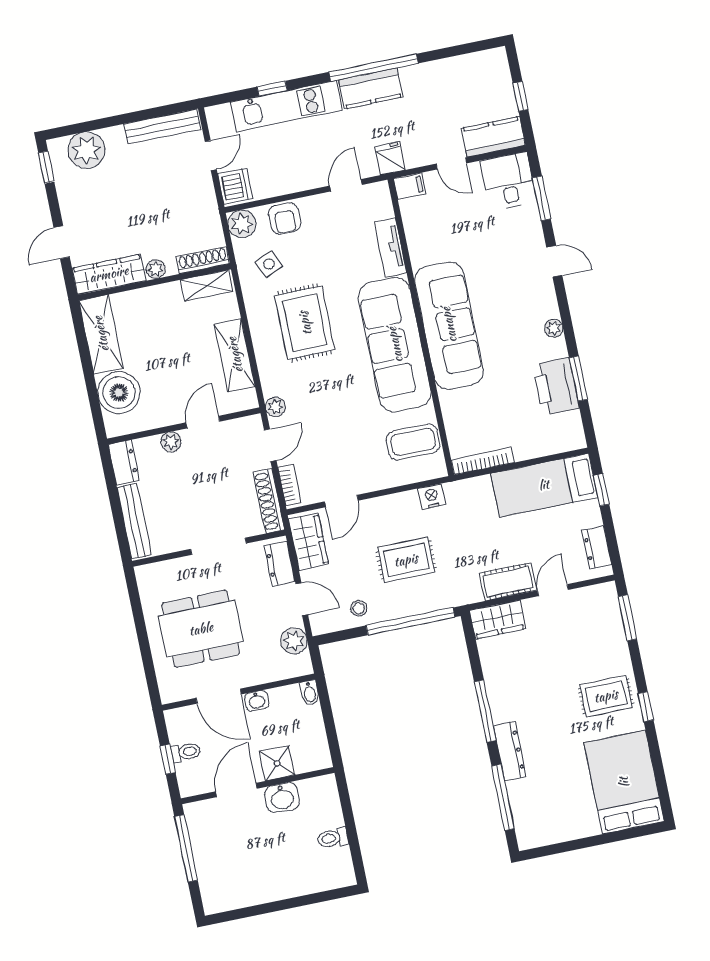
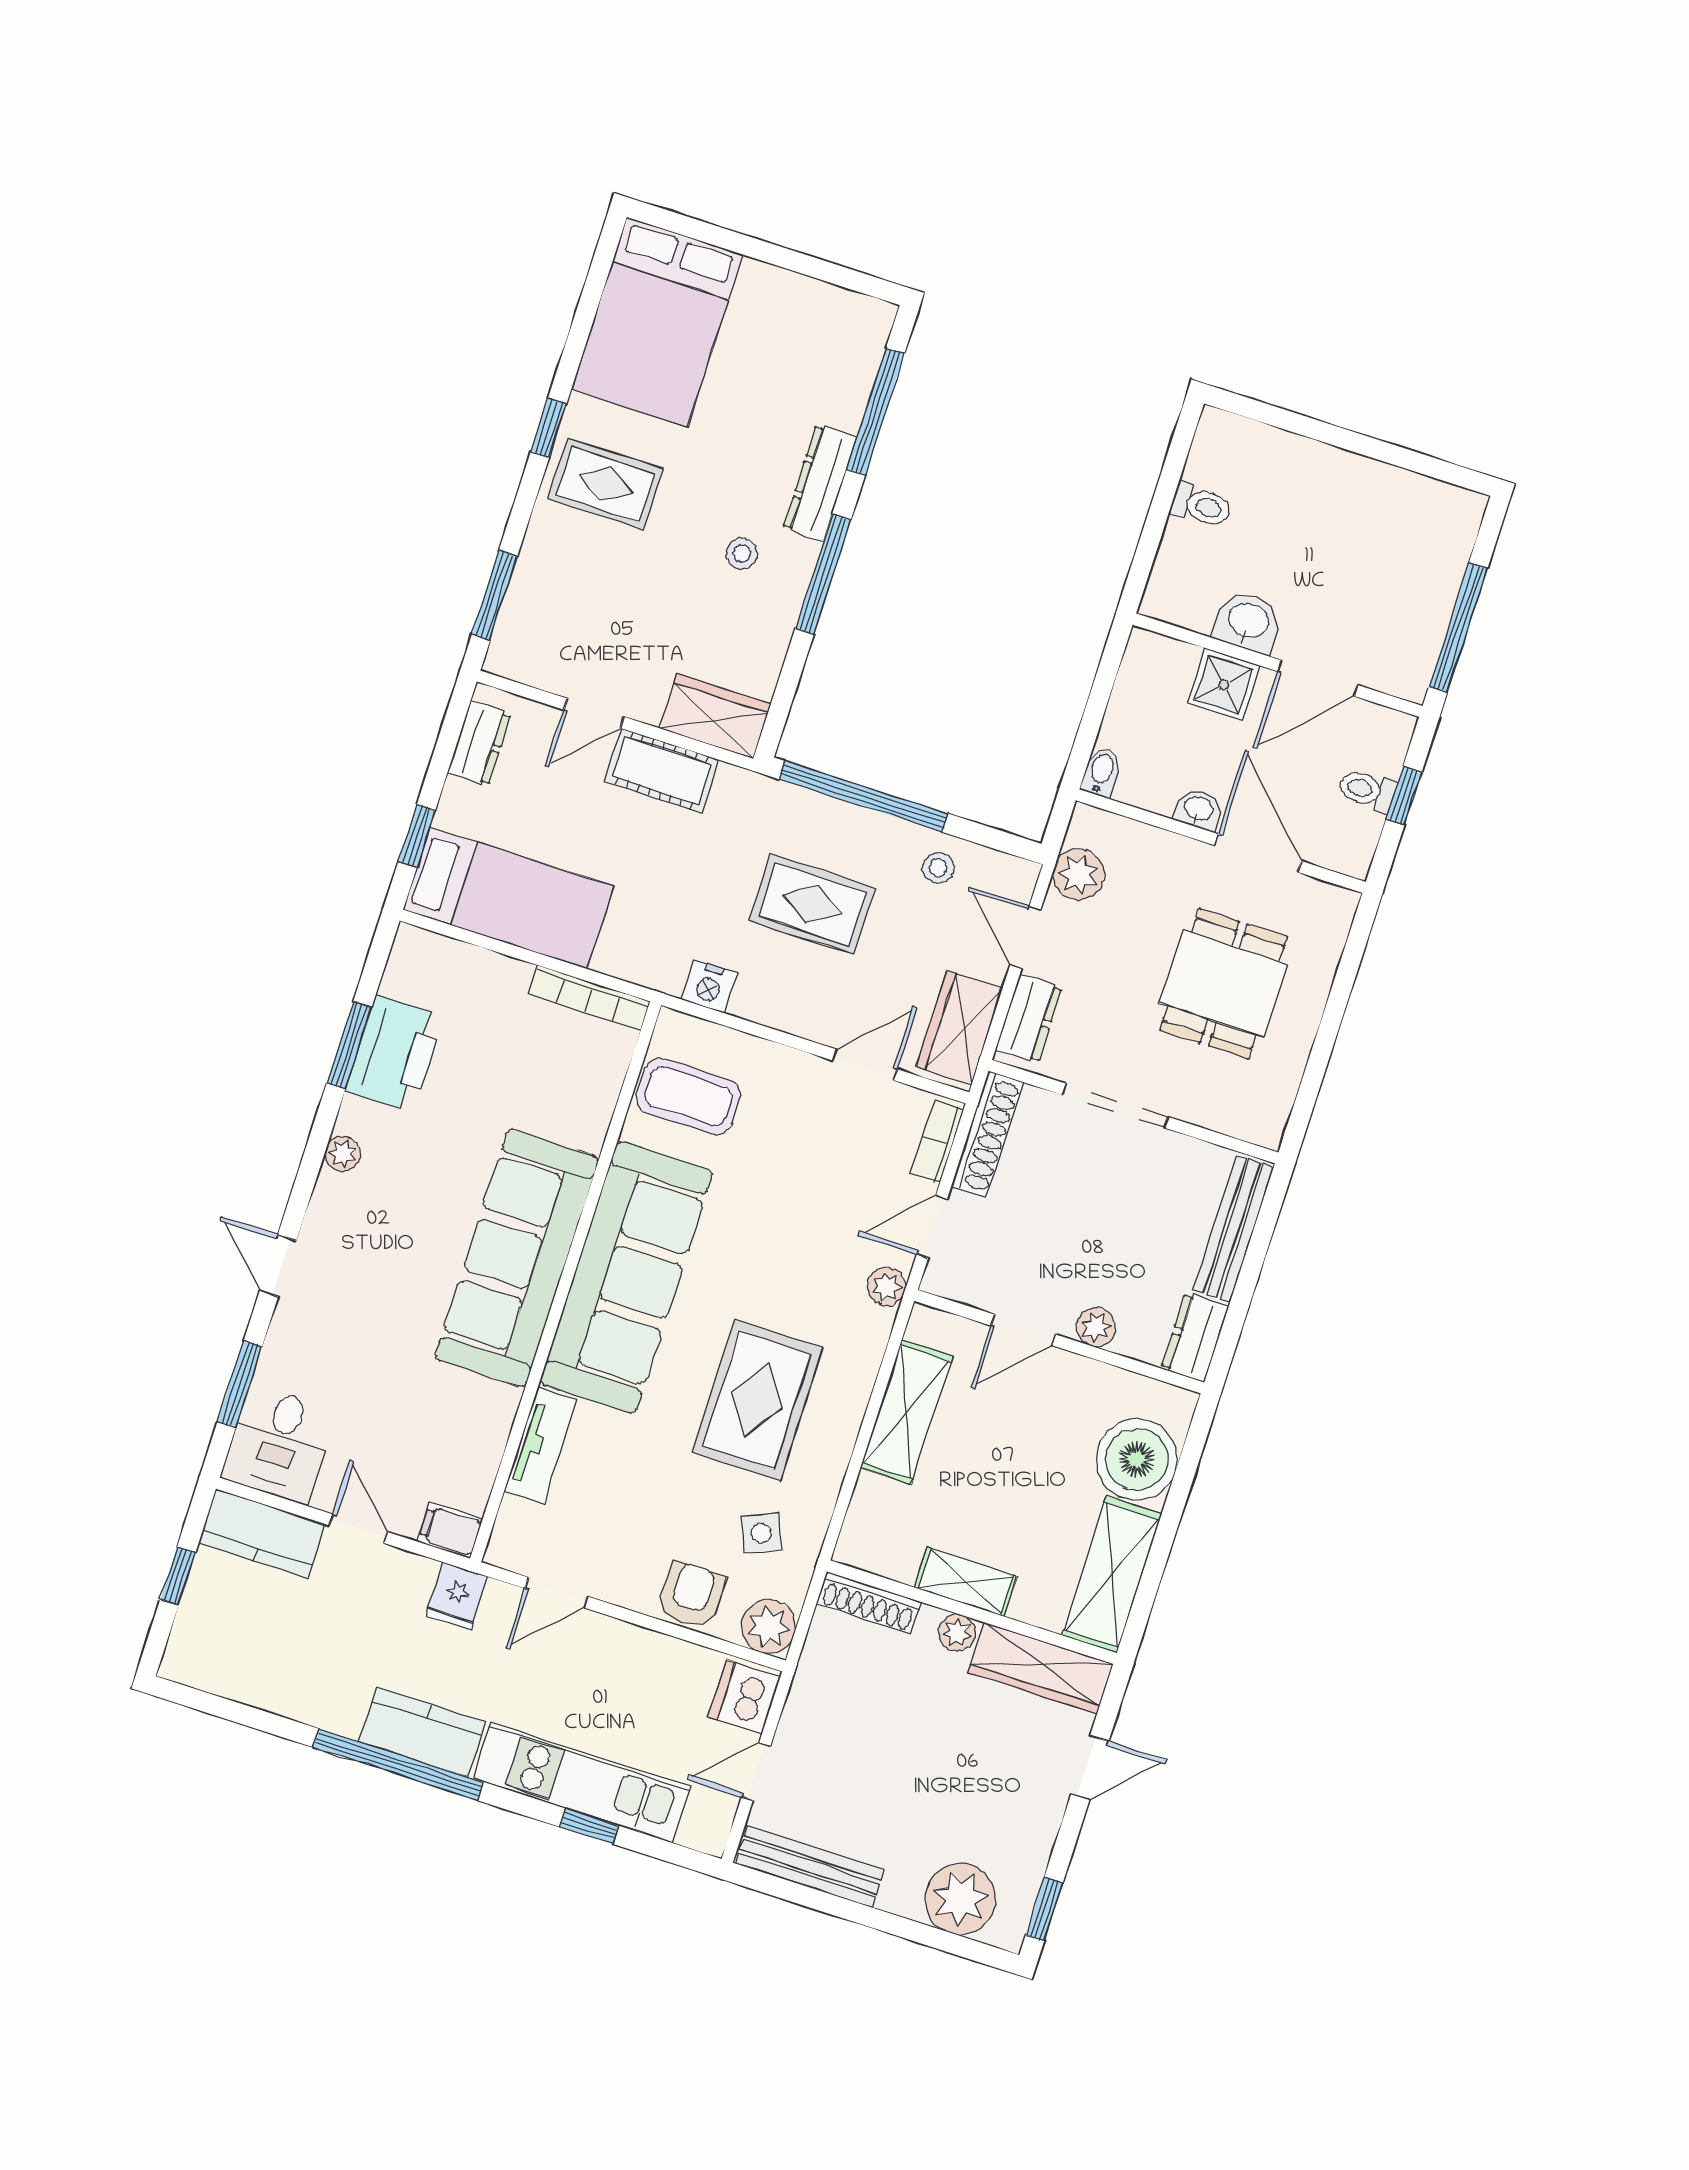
shelving: (206, 286) -> (966, 1582), moved
dining table: (201, 629) -> (1224, 984), width x0.73
stool: (527, 700) -> (742, 554), added

